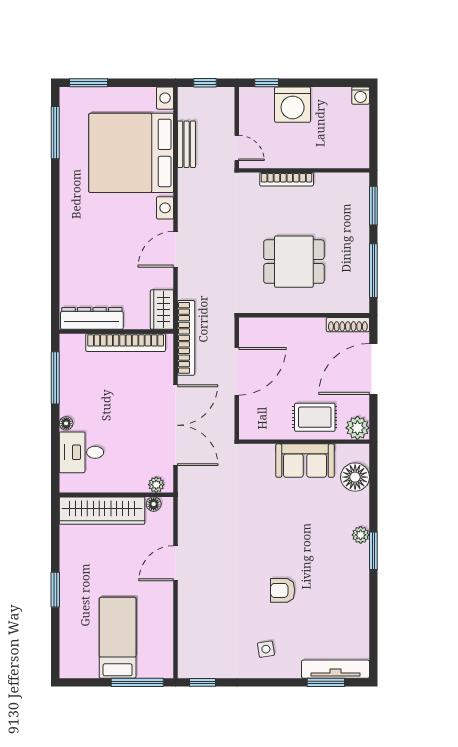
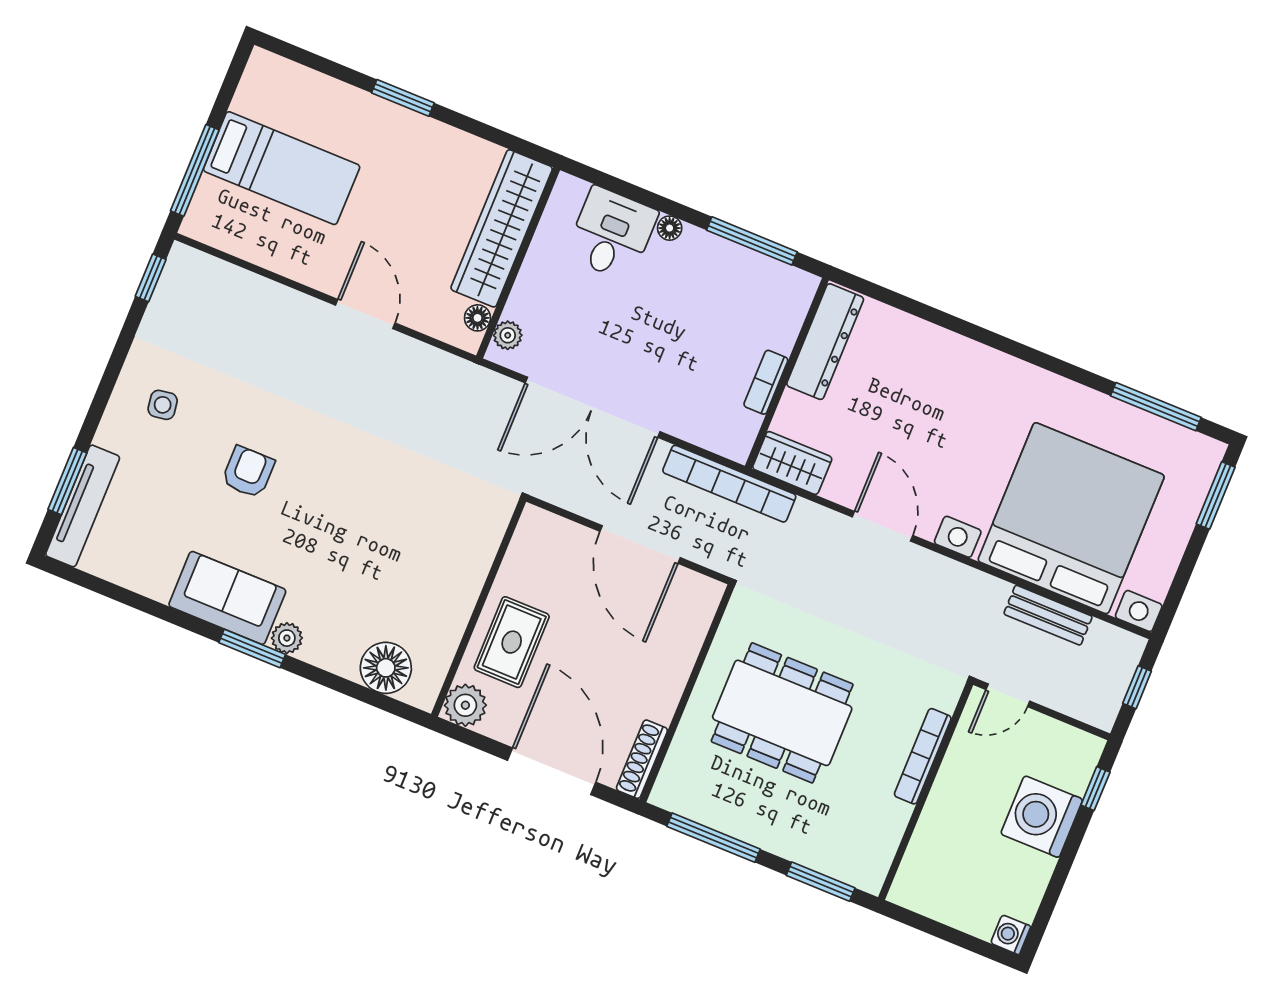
dining table: (294, 262) -> (782, 713), width x1.38
bookcase: (126, 343) -> (766, 382), width x0.43, depth x0.76
sofa: (305, 461) -> (227, 598), moved, turned 90

